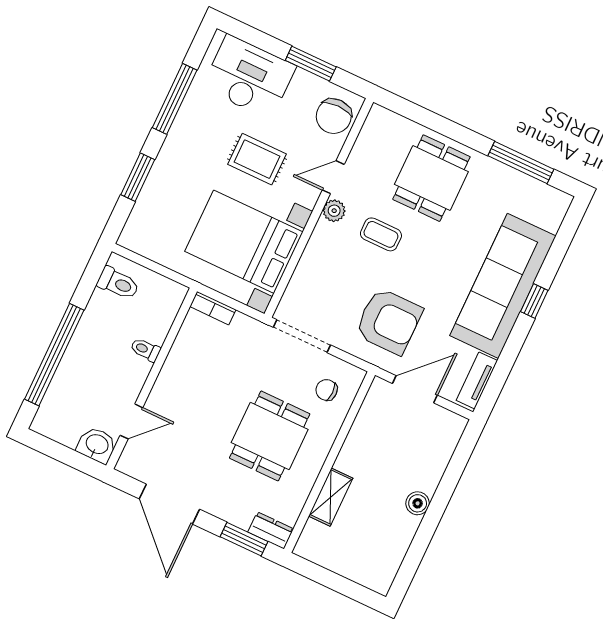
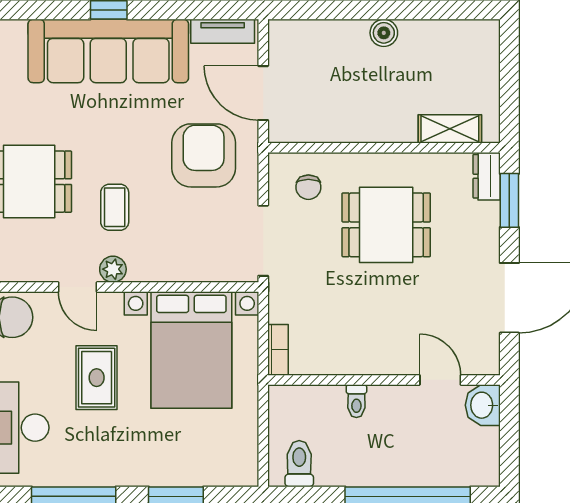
shelving: (331, 497) -> (450, 129), moved

